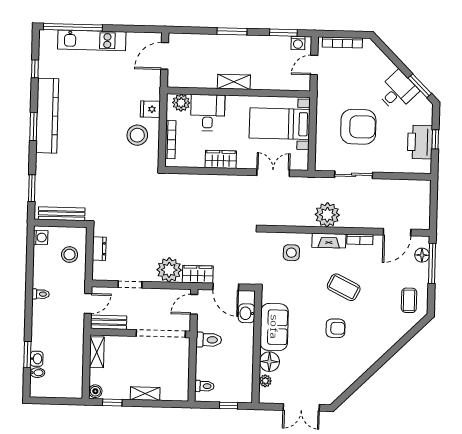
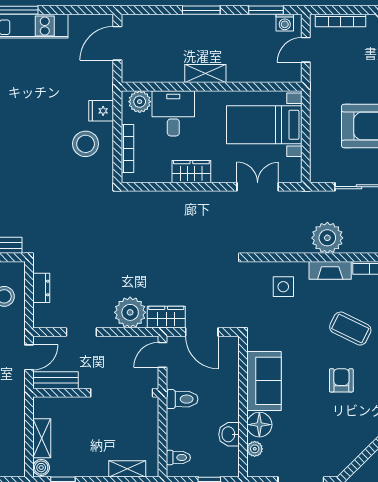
washbasin: (247, 313) -> (229, 434), moved
armchair: (335, 328) -> (341, 380), turned -90
shelving: (97, 352) -> (42, 438), moved
shelving: (145, 394) -> (127, 469), moved

